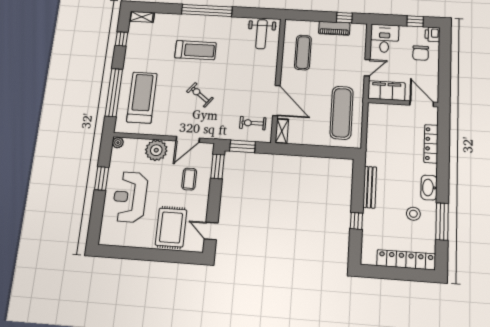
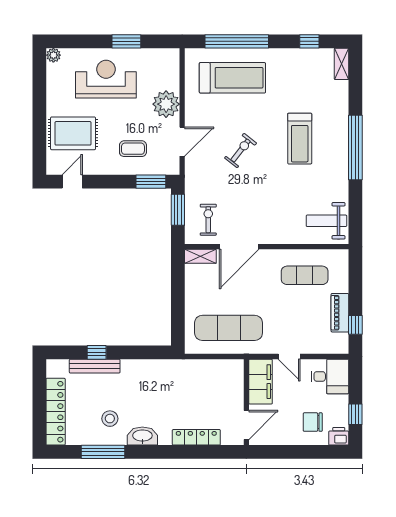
door: (188, 139) -> (182, 142), swing flipped
plant: (118, 143) -> (53, 55), moved
bench: (370, 187) -> (95, 366), moved

